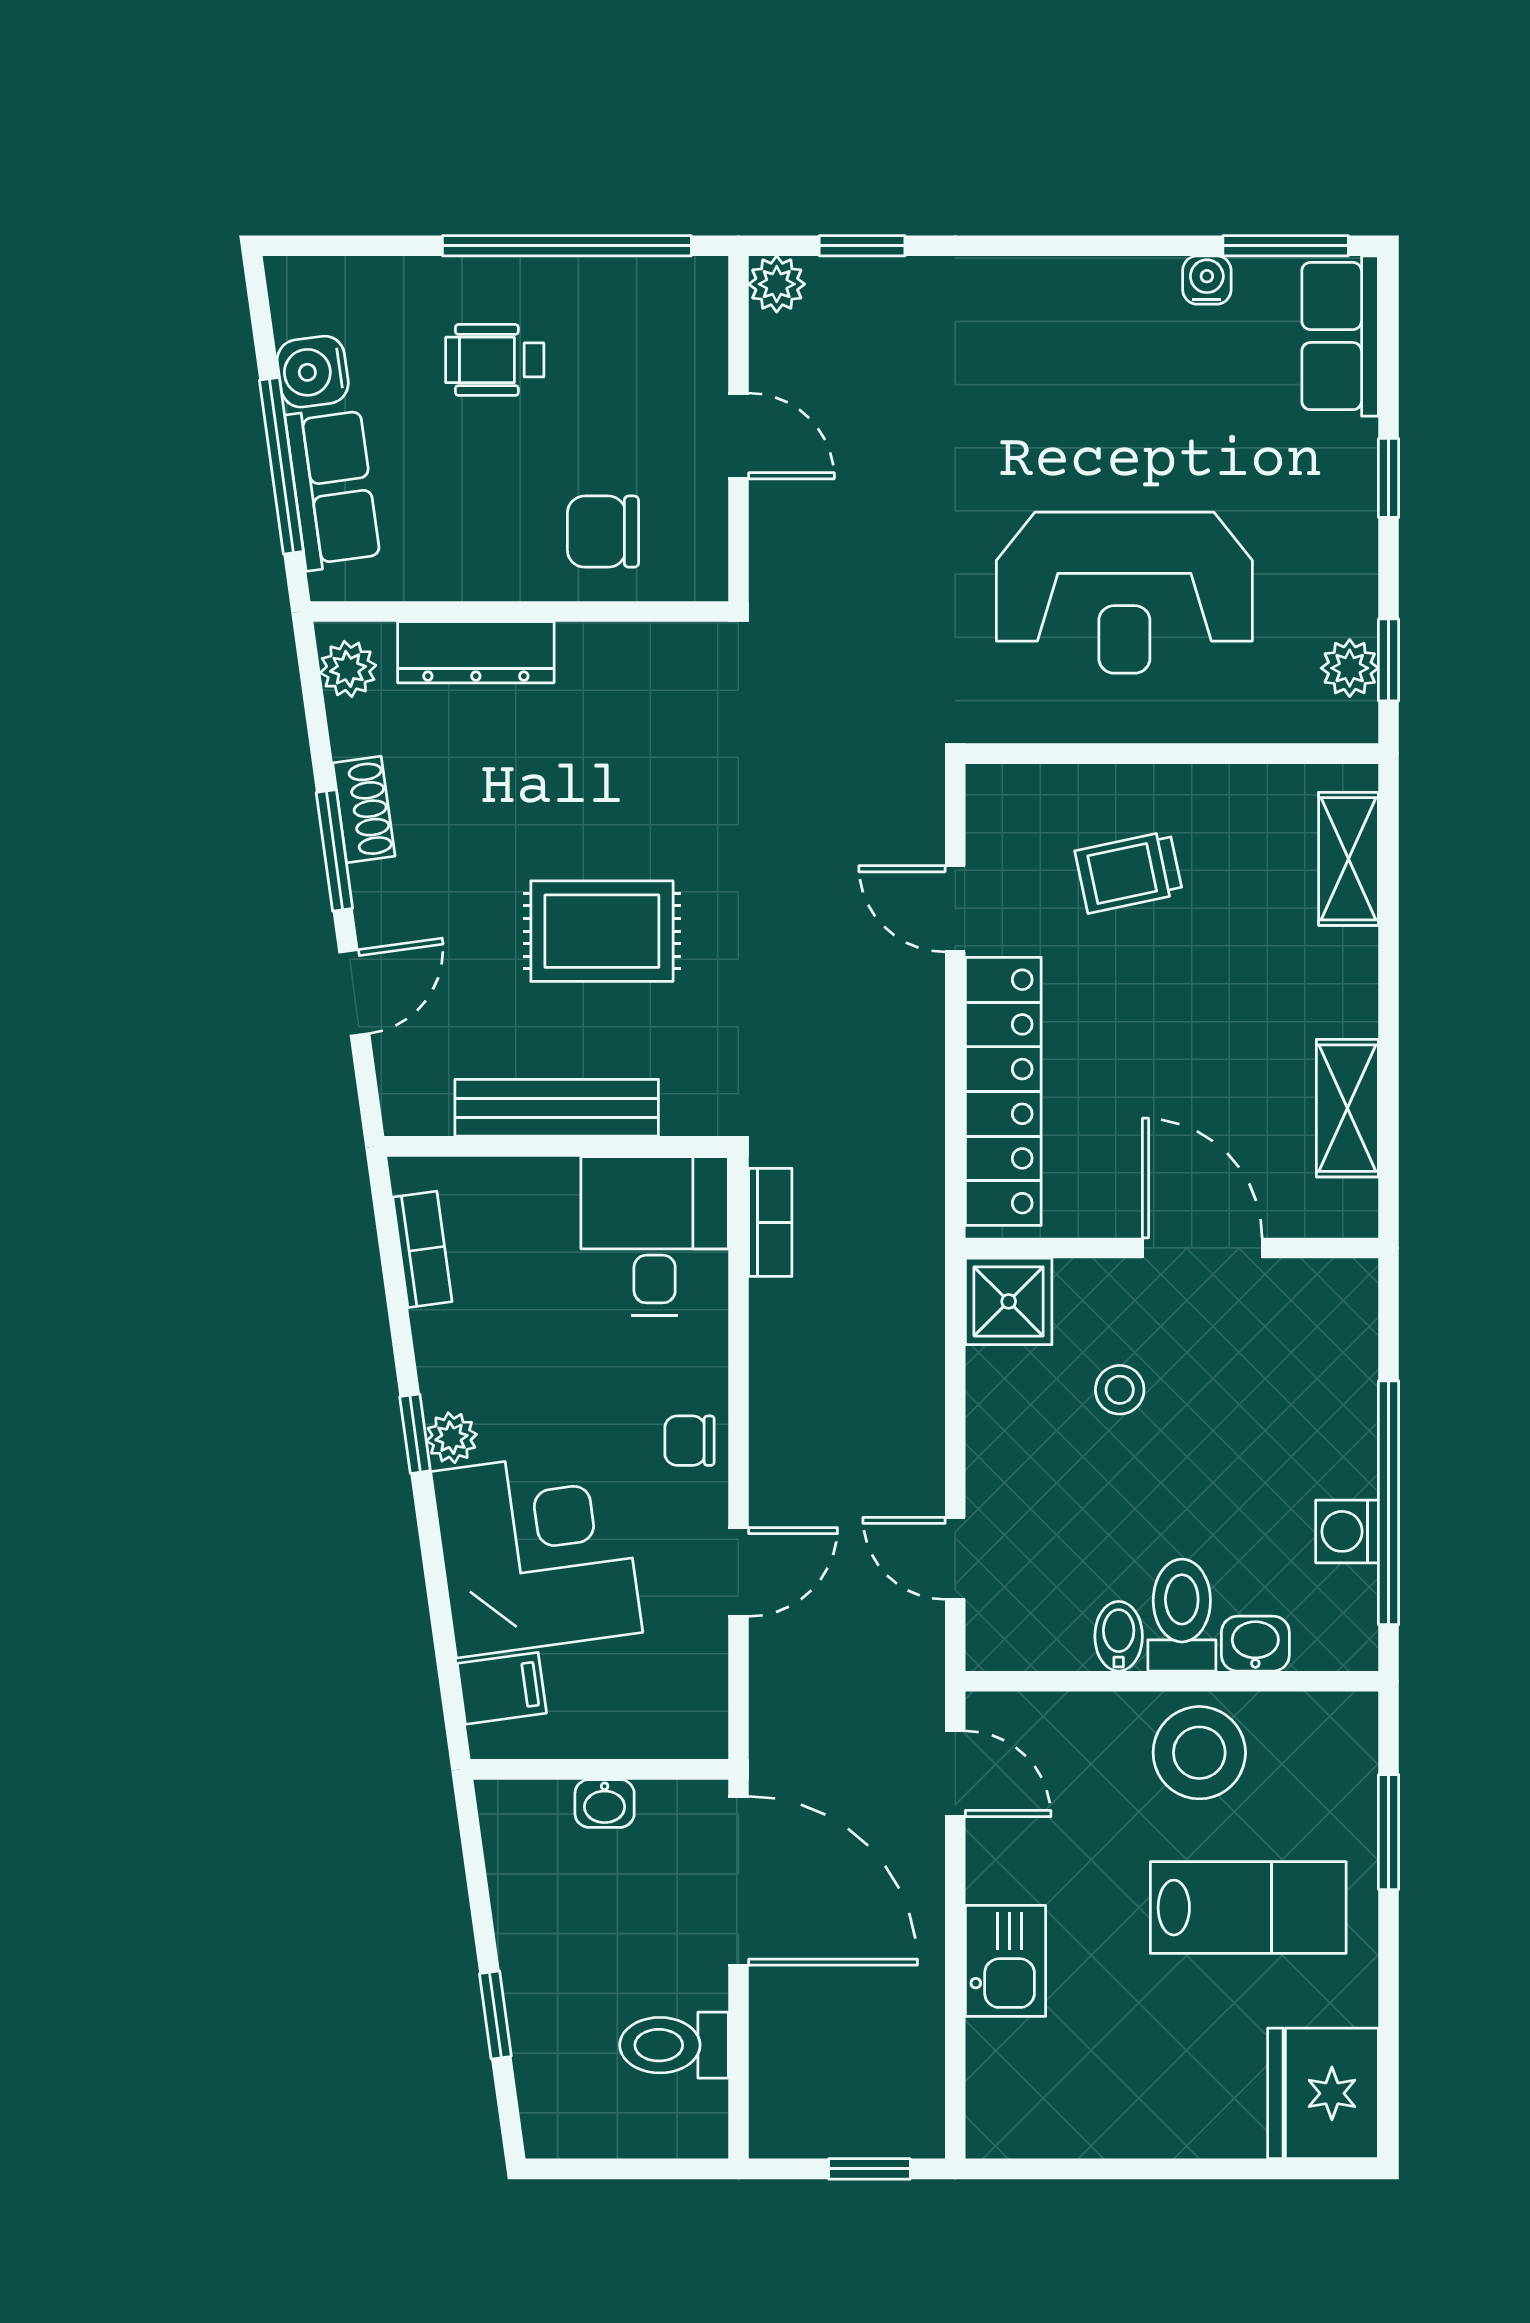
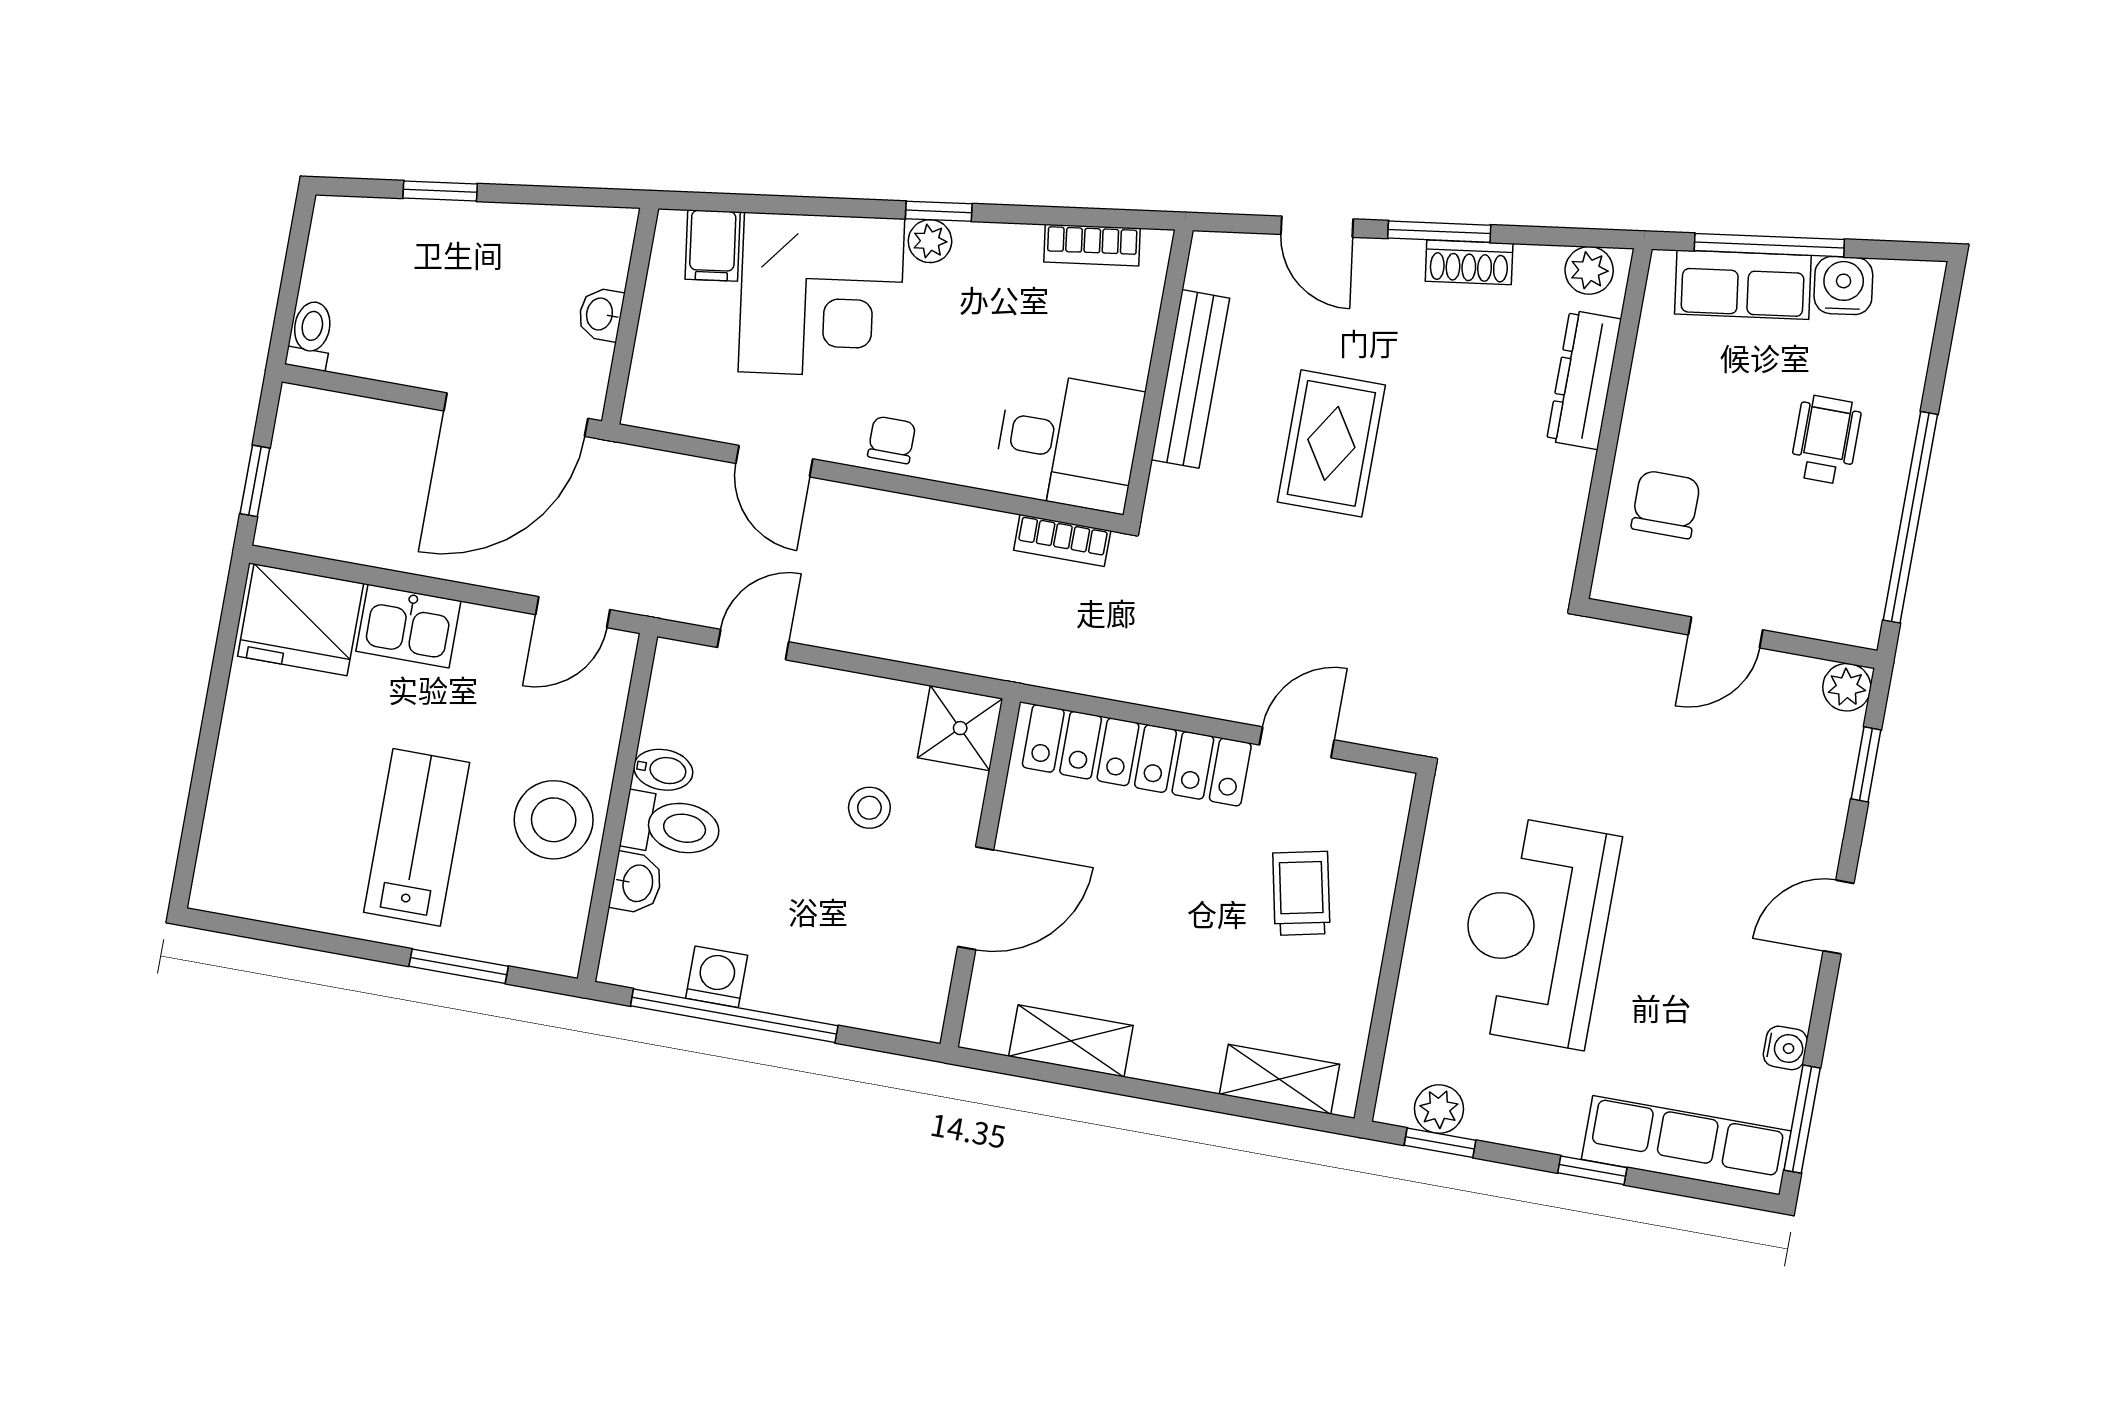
door: (1044, 246) -> (1839, 917), added
row of seats: (1340, 336) -> (1686, 1145), width x1.48
lab bench: (1248, 1908) -> (417, 837), turned 180
toilet: (674, 2045) -> (311, 335), moved, width x0.73, depth x0.72
fridge: (1323, 2093) -> (301, 620), moved, turned 180

